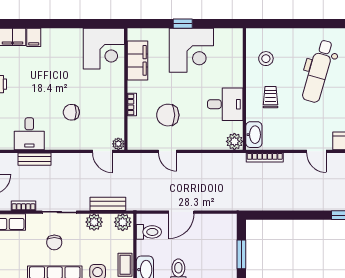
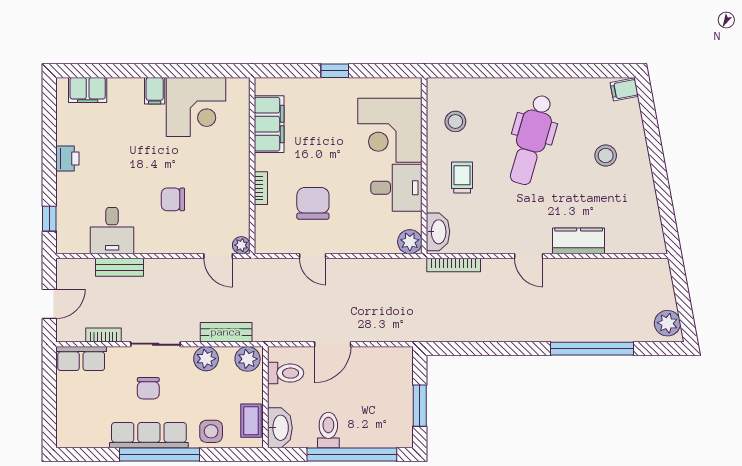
filing cabinet: (34, 37) -> (155, 91), moved
corner desk: (104, 49) -> (196, 107), moved
corner desk: (191, 50) -> (390, 130), moved, turned 90
chair: (168, 115) -> (313, 203), turned 90

